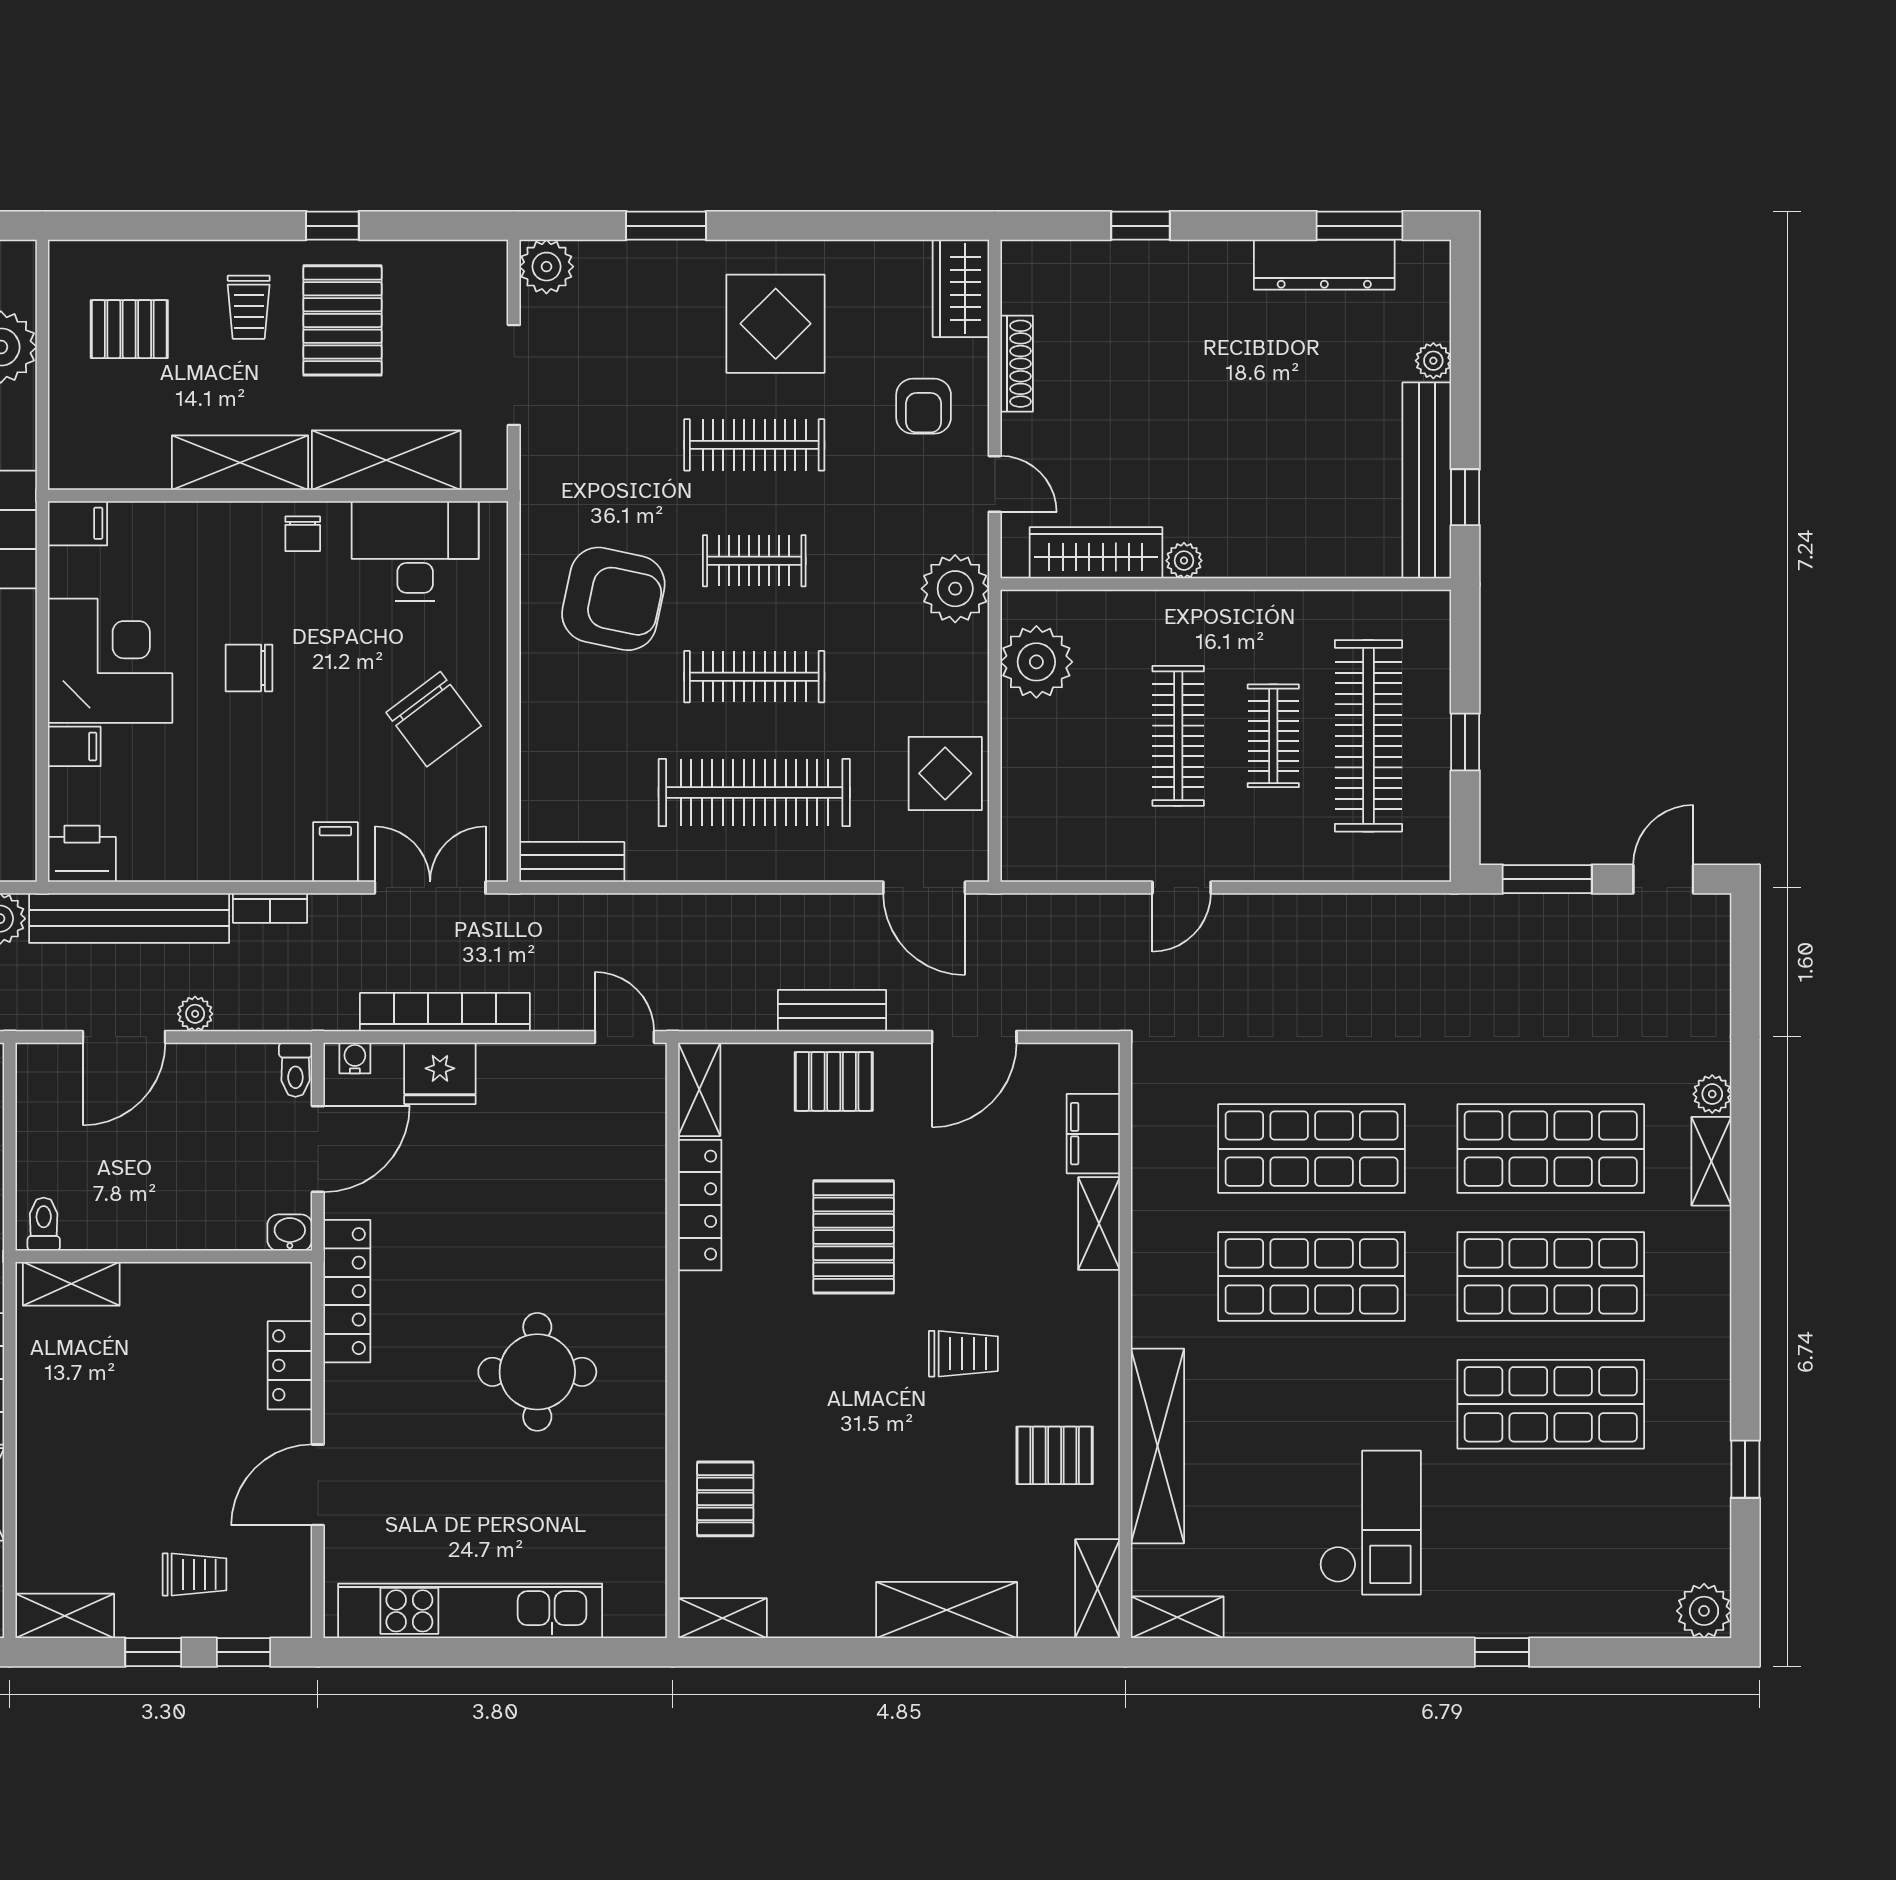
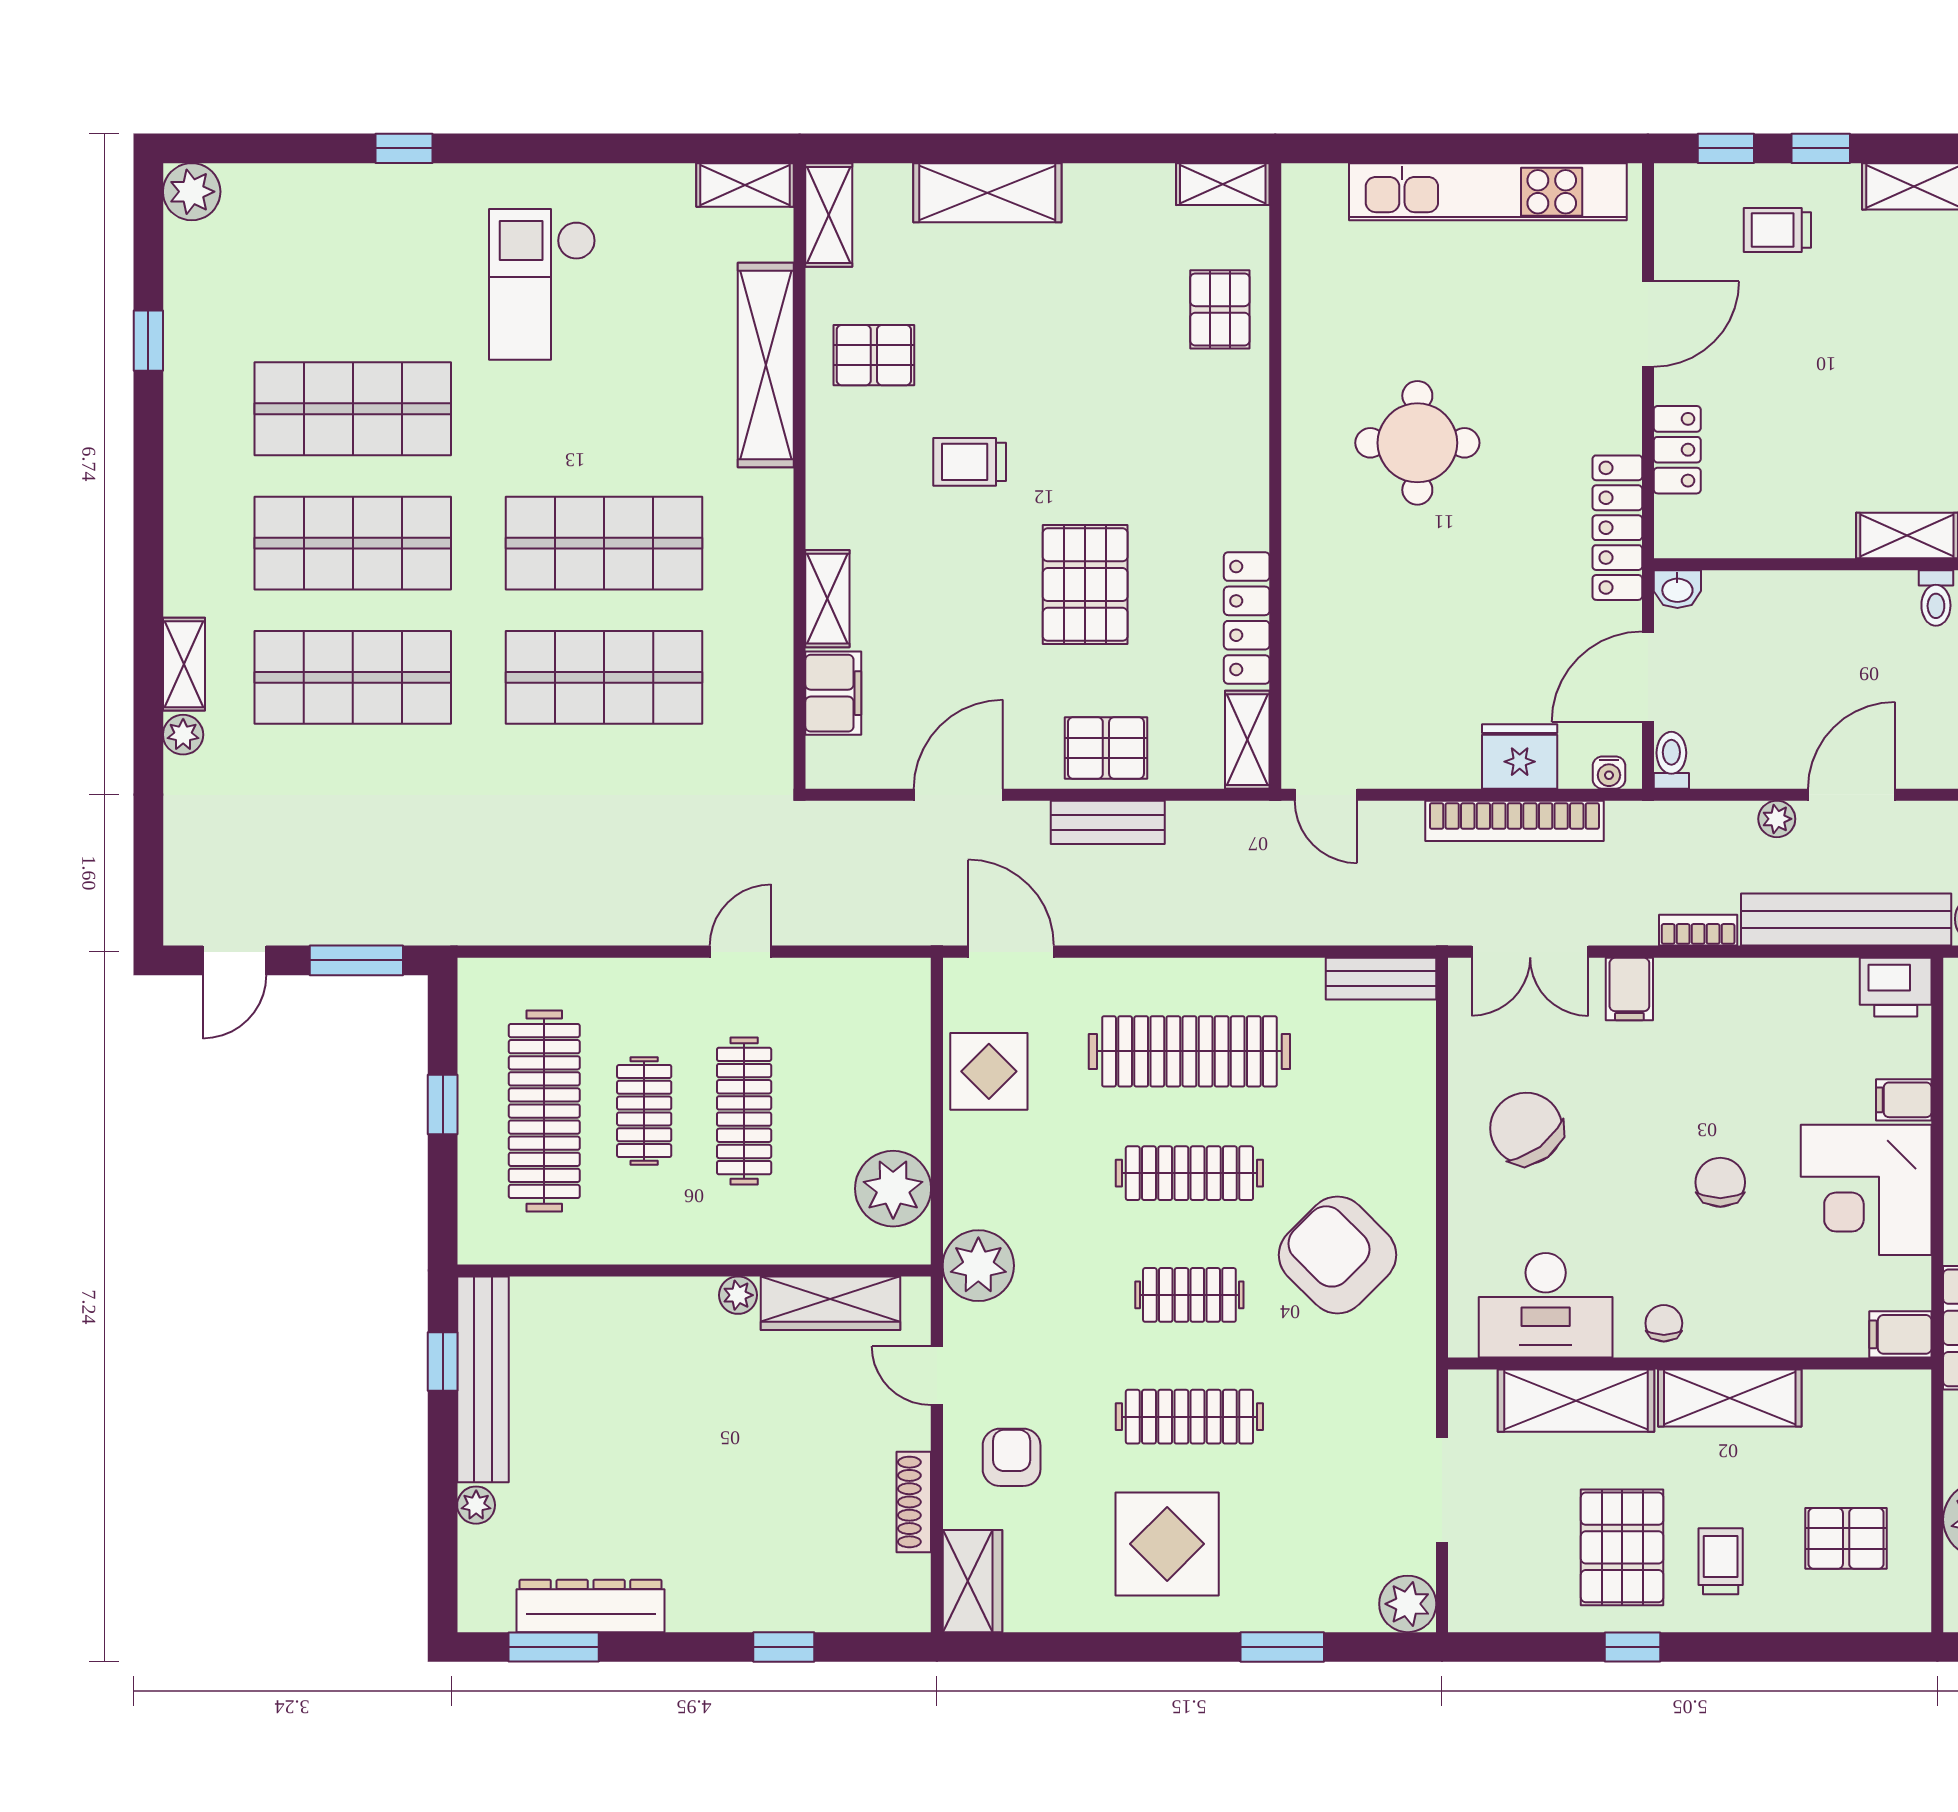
armchair: (613, 599) -> (1337, 1255), turned 33
chair: (249, 668) -> (1720, 1182), turned -90

